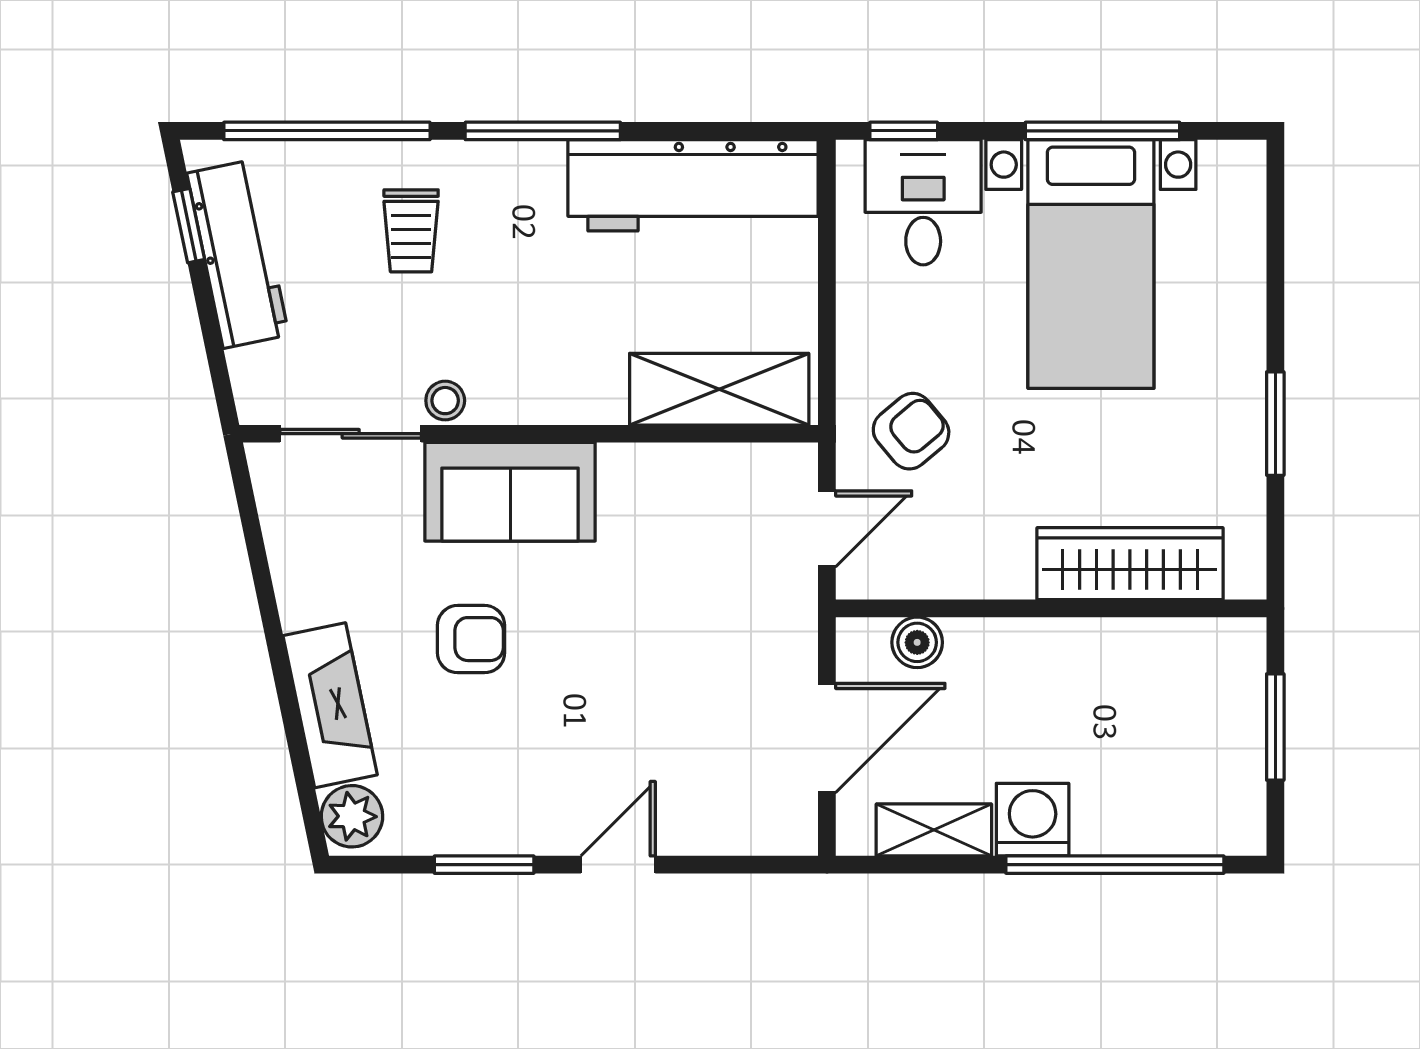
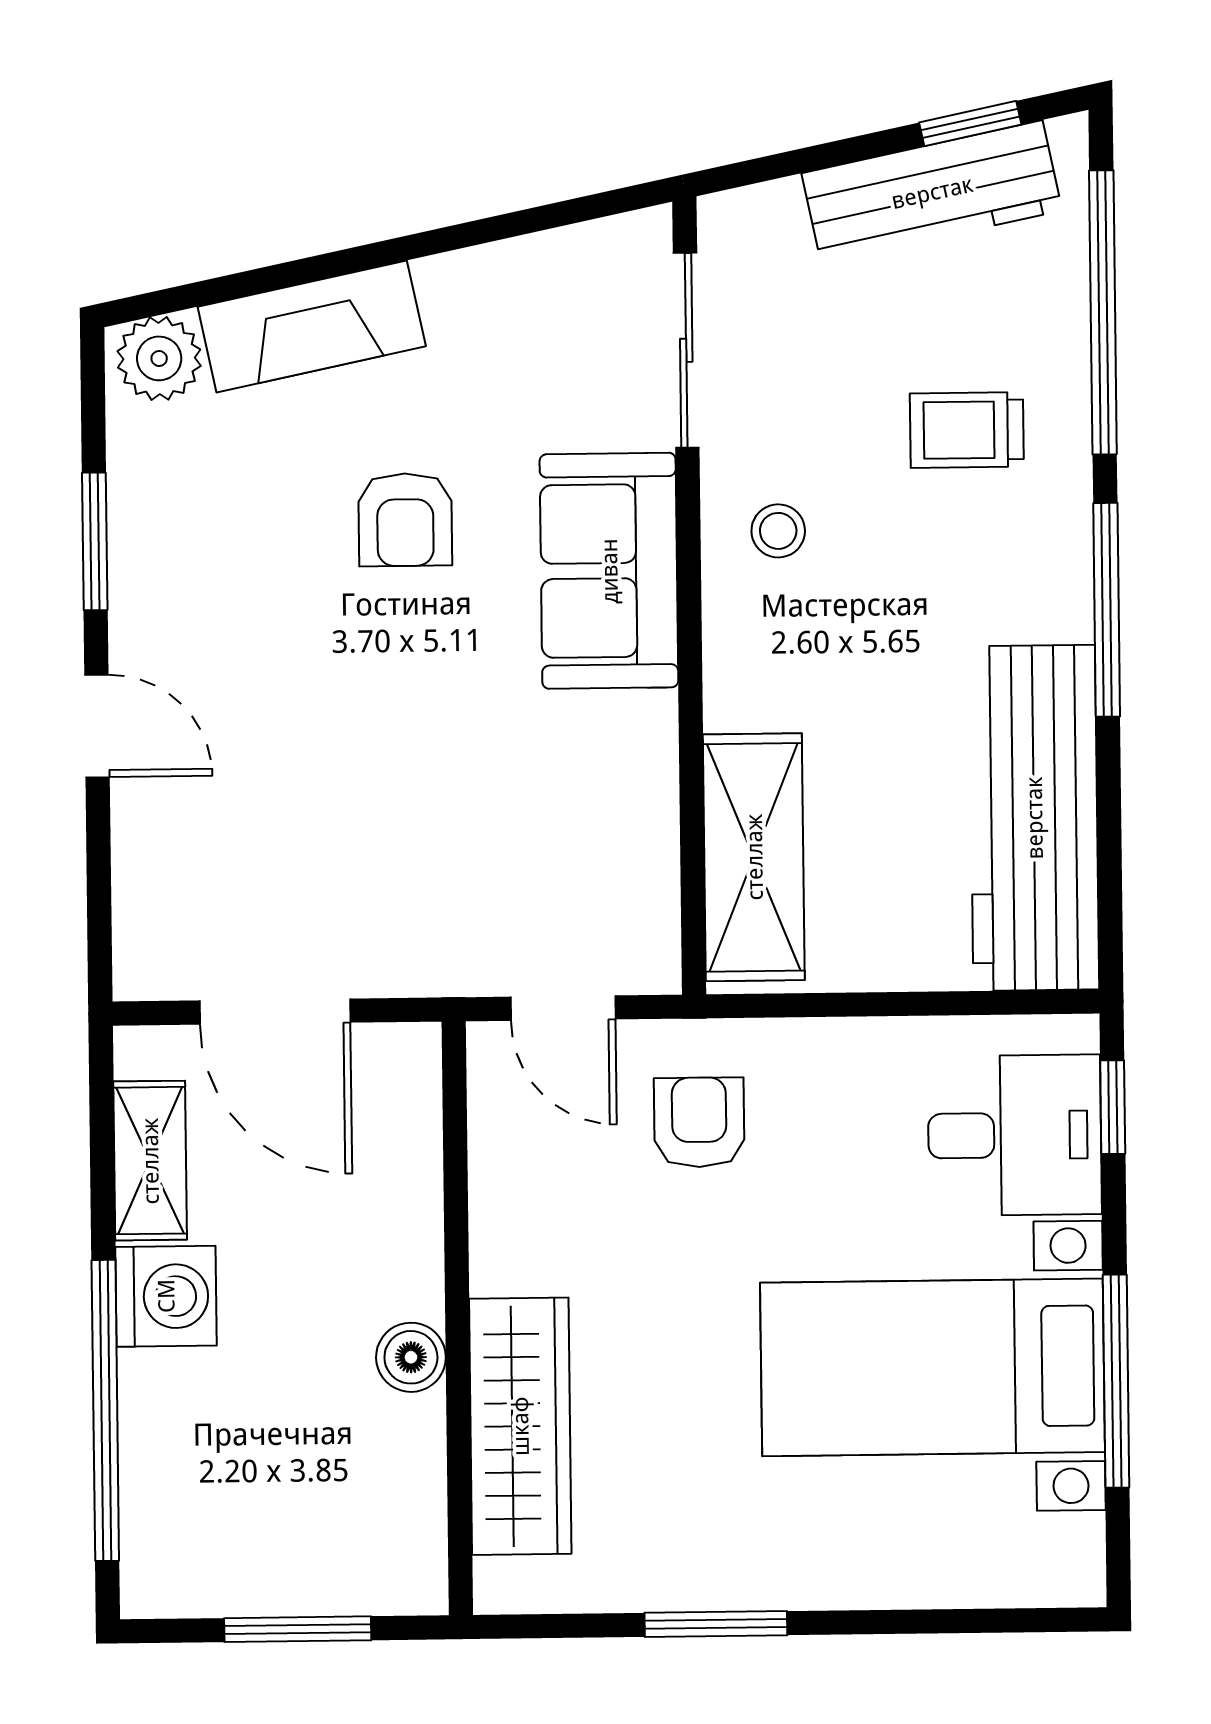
stool: (445, 401) -> (778, 531), moved
armchair: (911, 431) -> (699, 1122), turned -140
boiler: (917, 642) -> (411, 1357), moved

